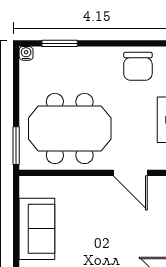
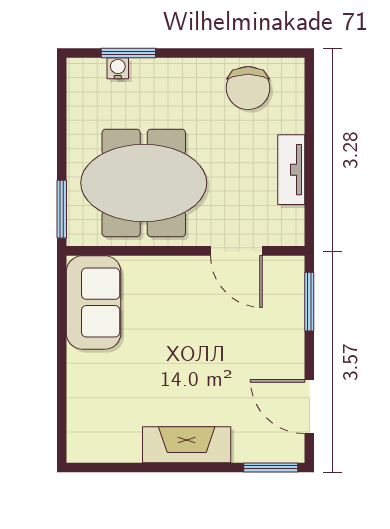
water cooler: (26, 53) -> (118, 68), moved
sofa: (37, 229) -> (94, 302), moved

